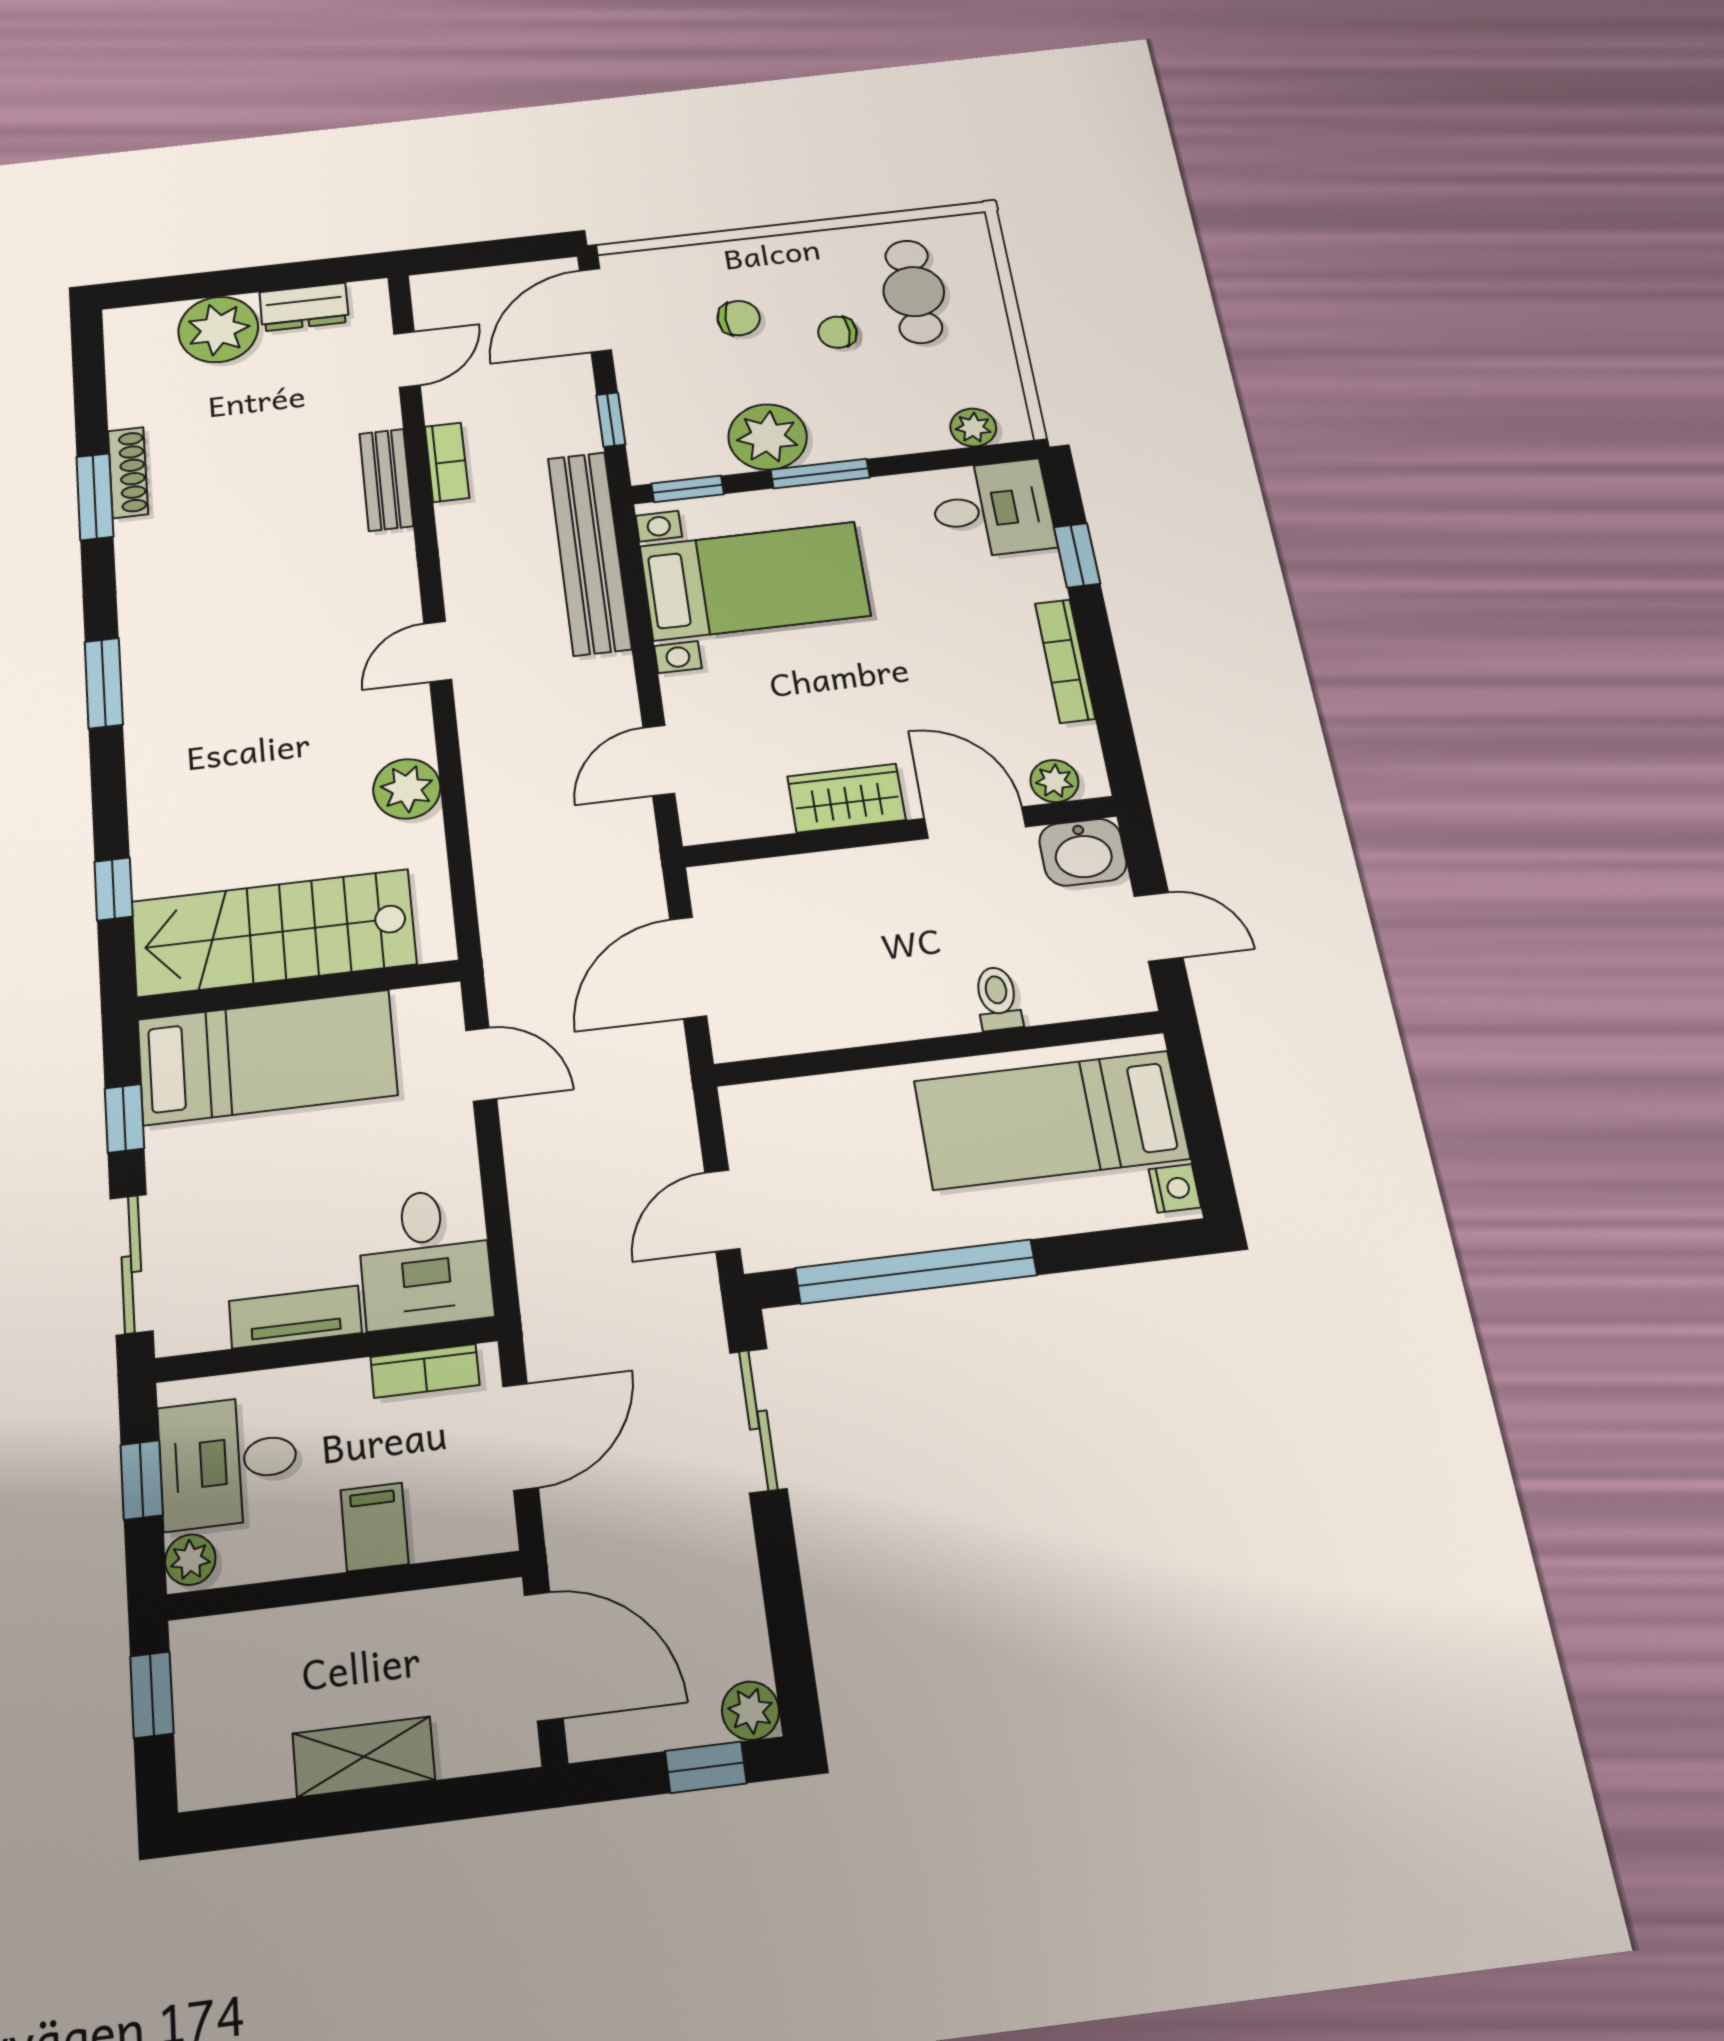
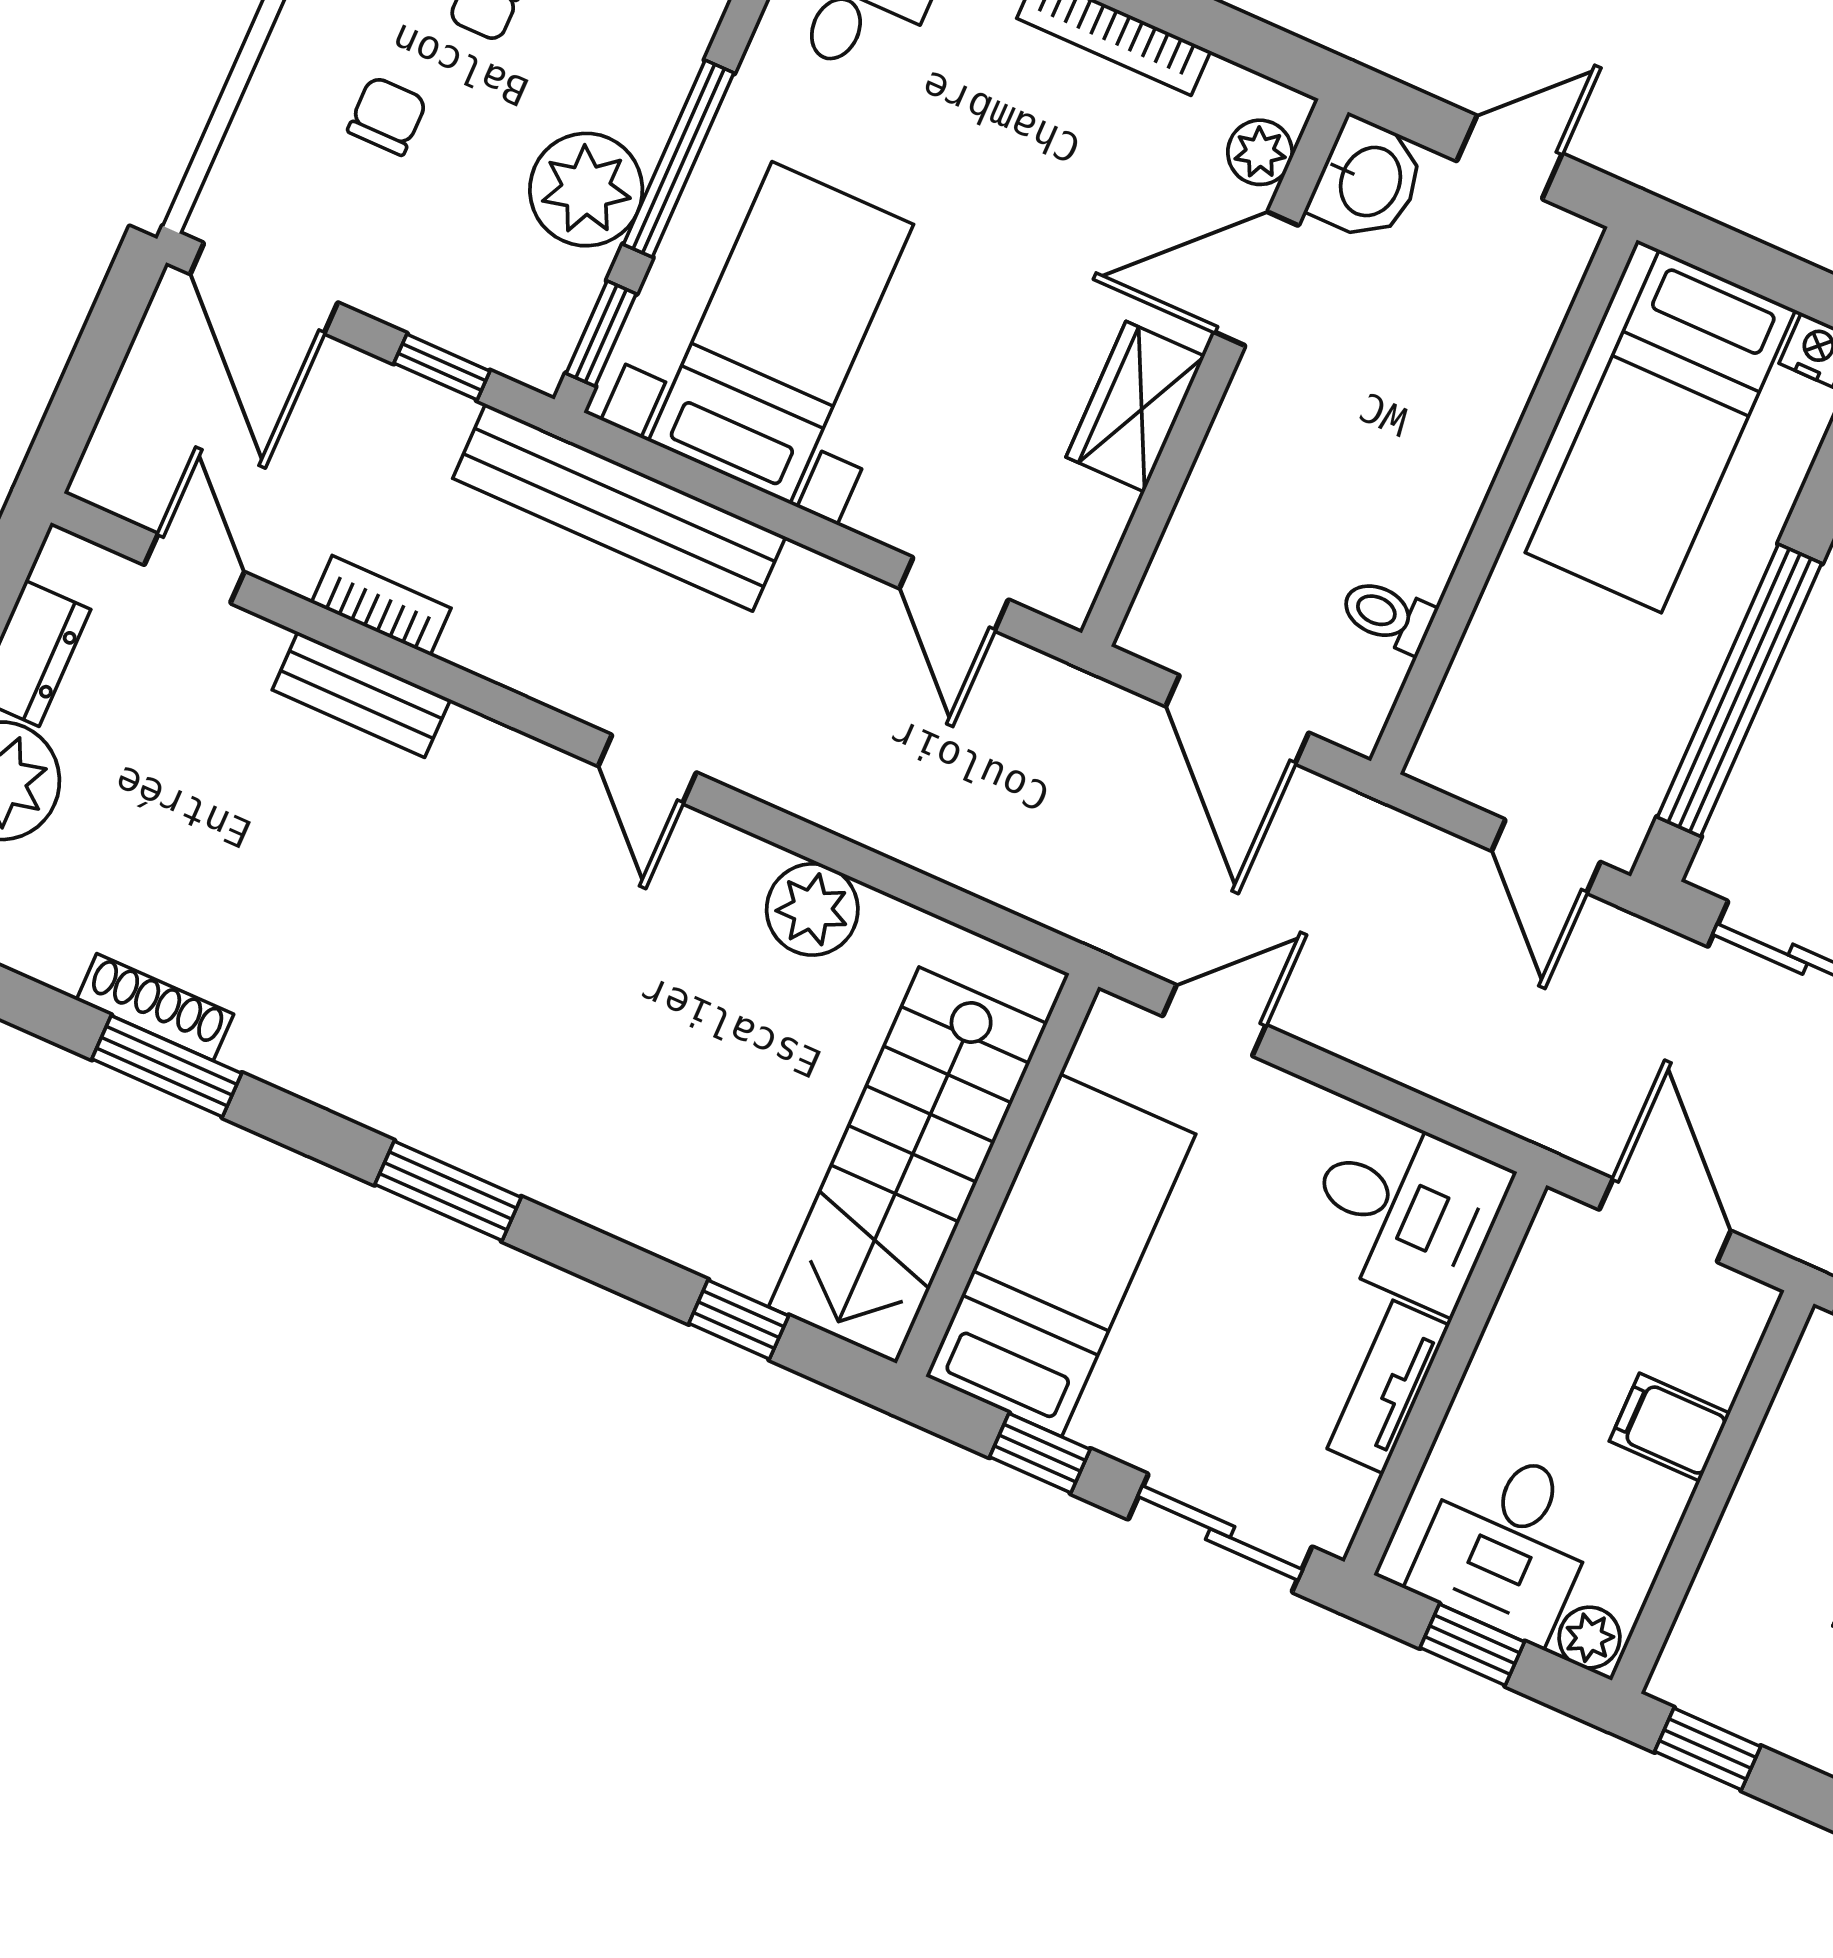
window: (820, 474) -> (679, 159), width x1.44
toilet: (998, 998) -> (1388, 615), moved
bookcase: (425, 1371) -> (1532, 1281), removed

